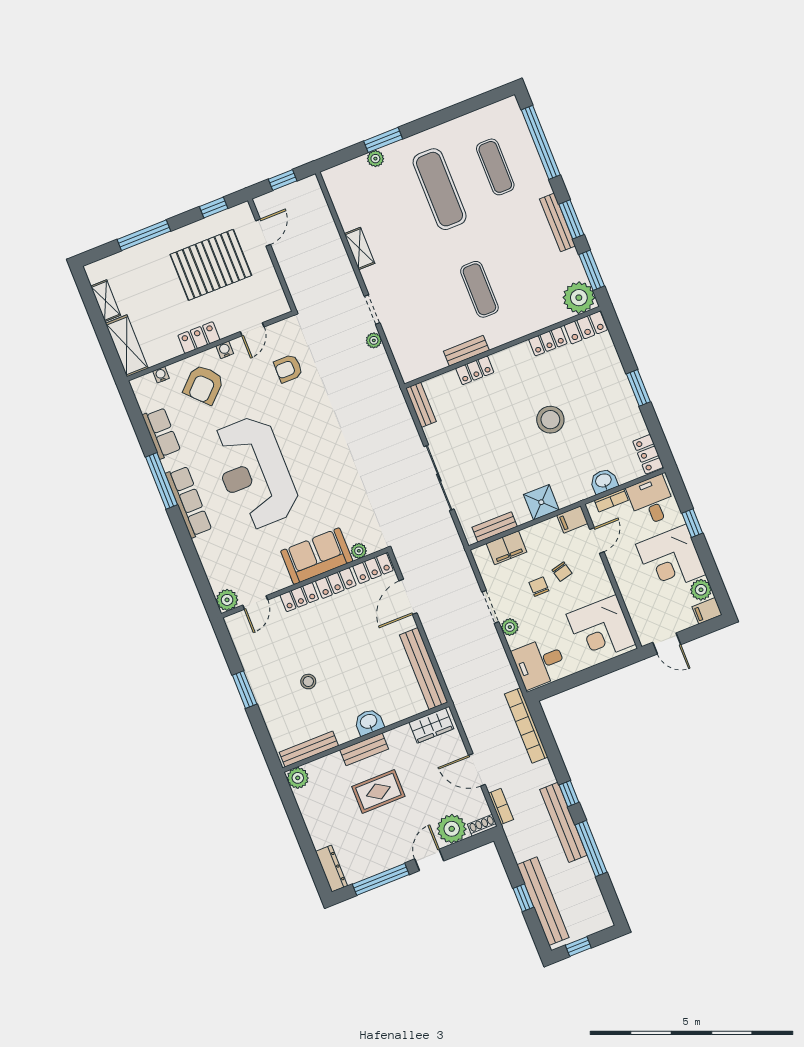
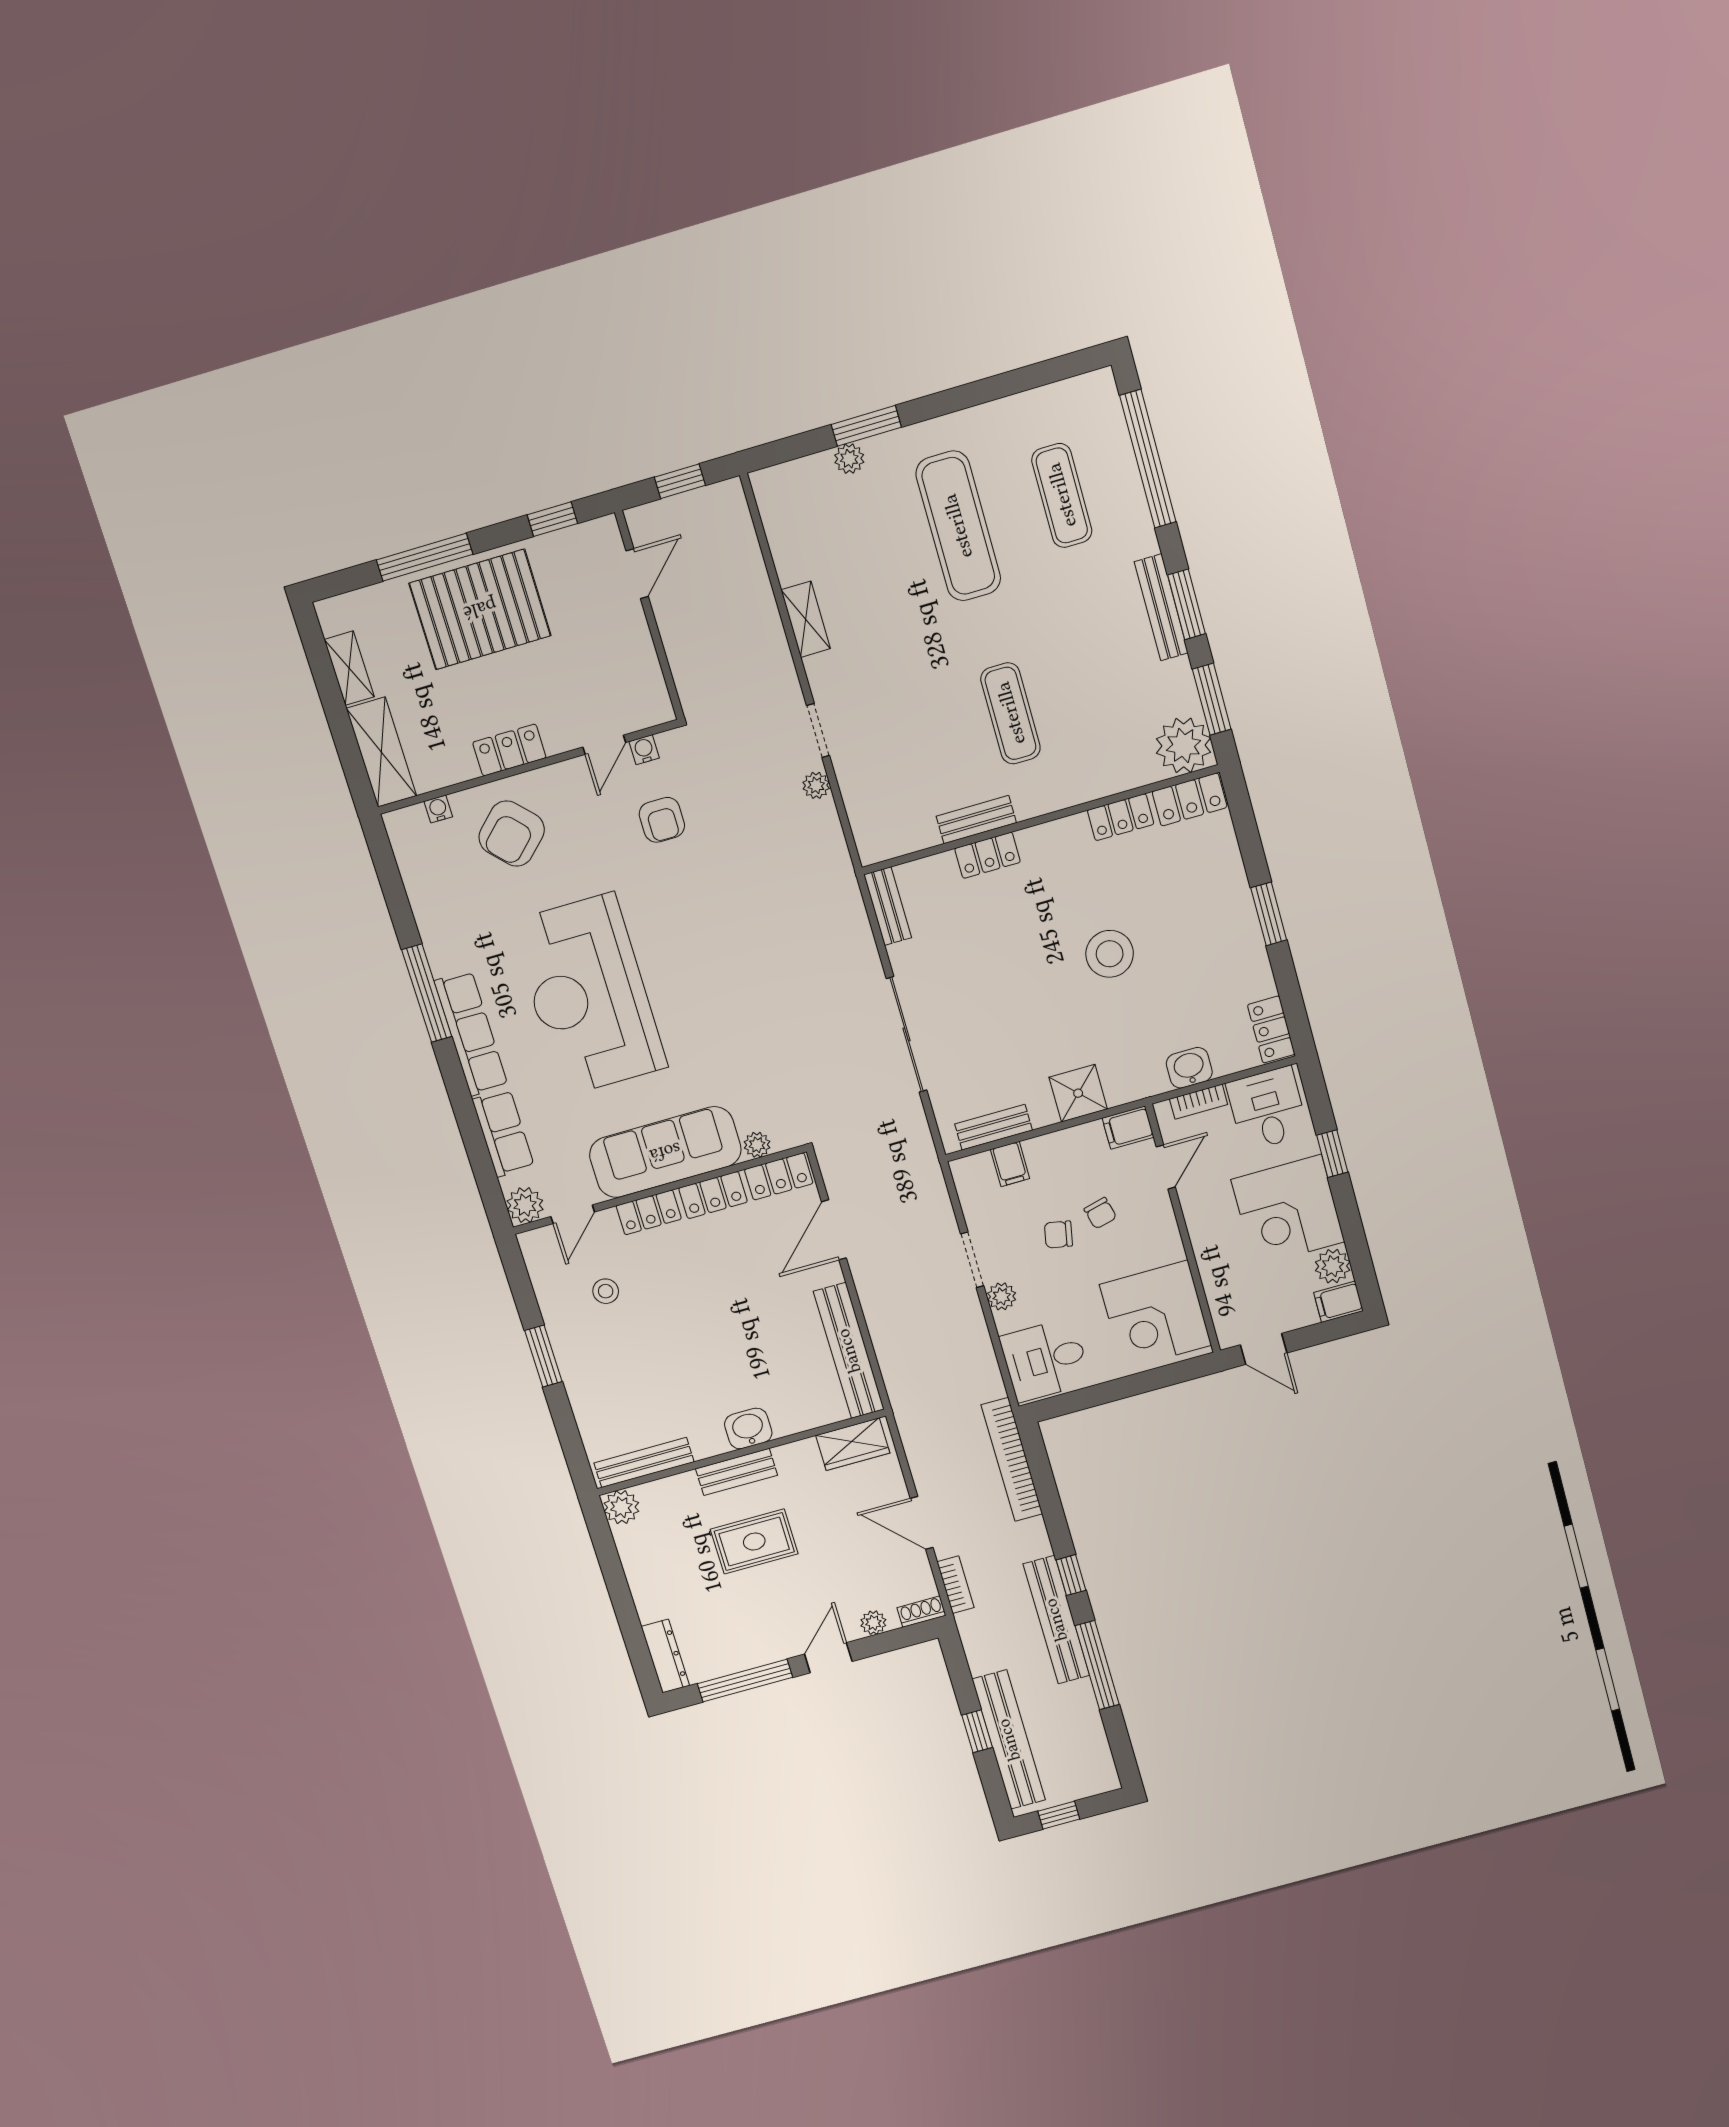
pallet: (211, 265) -> (480, 609), moved
water cooler: (225, 350) -> (644, 750), moved
armchair: (288, 368) -> (662, 820), turned -90
row of seats: (161, 433) -> (503, 1133), moved
filing cabinet: (506, 548) -> (1010, 1164), width x0.50
sofa: (317, 556) -> (665, 1152), width x1.36
chair: (539, 587) -> (1058, 1234), turned -79
stool: (308, 682) -> (606, 1291), moved
plant: (452, 829) -> (873, 1623), width x0.53, depth x0.53

